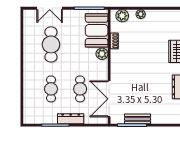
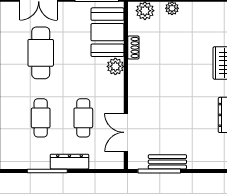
double door: (109, 99) -> (126, 132), width x0.73

